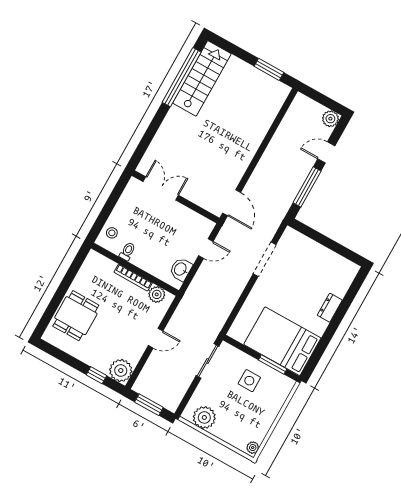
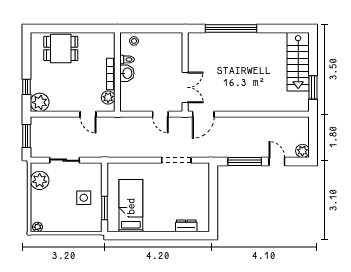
window: (182, 77) -> (231, 28), moved
stairs: (202, 78) -> (298, 62), moved, turned 90
double door: (161, 188) -> (185, 87), moved
washbasin: (181, 269) -> (127, 73), moved, turned 90
dresser: (330, 308) -> (186, 226), moved
door: (156, 338) -> (88, 114), moved
bed: (282, 341) -> (131, 206), width x0.67
sliding door: (208, 361) -> (65, 160), moved

